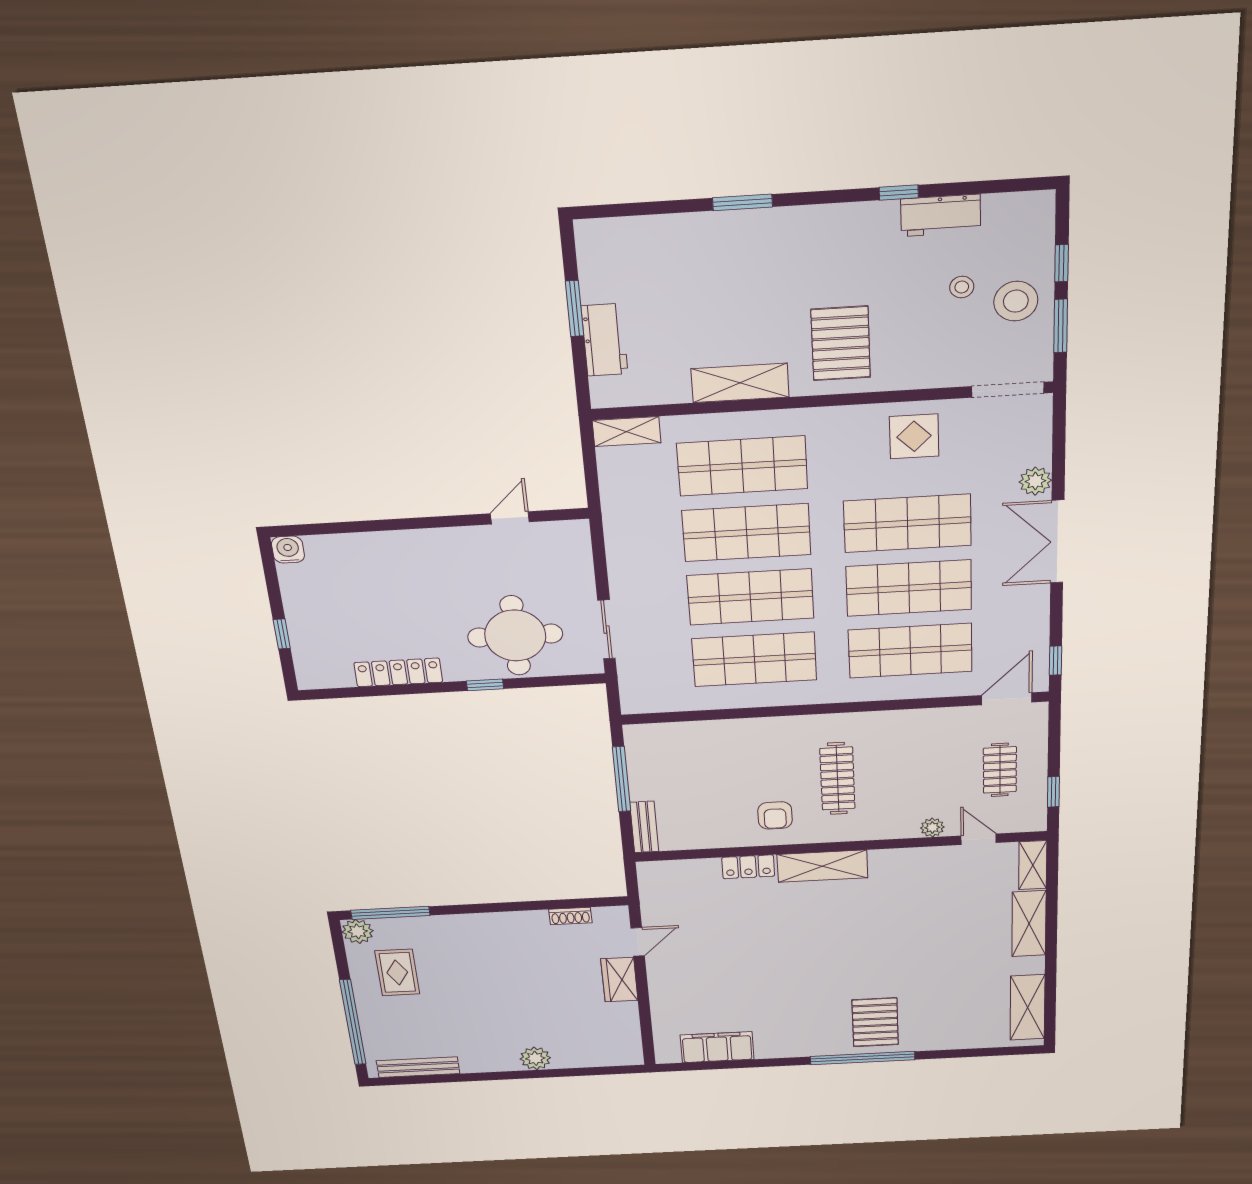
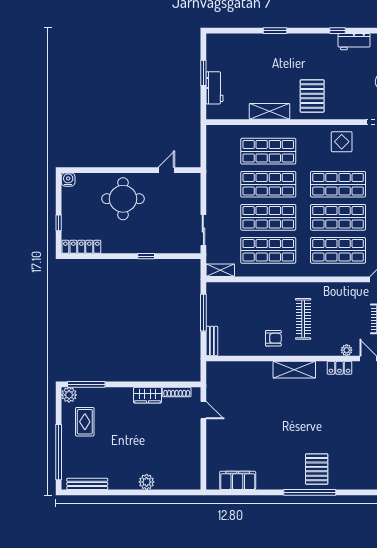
stool: (962, 287) -> (362, 74), removed
shelving: (627, 432) -> (220, 270), moved
round table: (515, 636) -> (123, 199), moved
locker: (398, 672) -> (81, 247), moved
armchair: (775, 815) -> (273, 338), turned -90
locker: (748, 867) -> (339, 368), moved
shoe rack: (570, 916) -> (177, 392), width x1.43
door: (638, 942) -> (203, 410), hinge flipped
wardrobe: (619, 980) -> (147, 395), moved, turned -90

